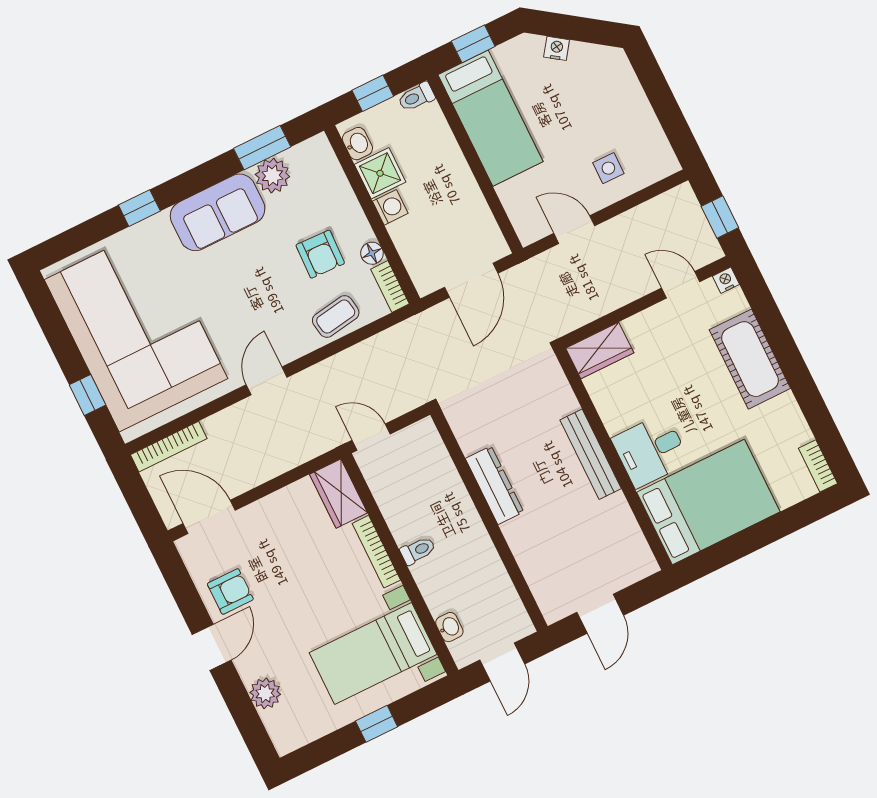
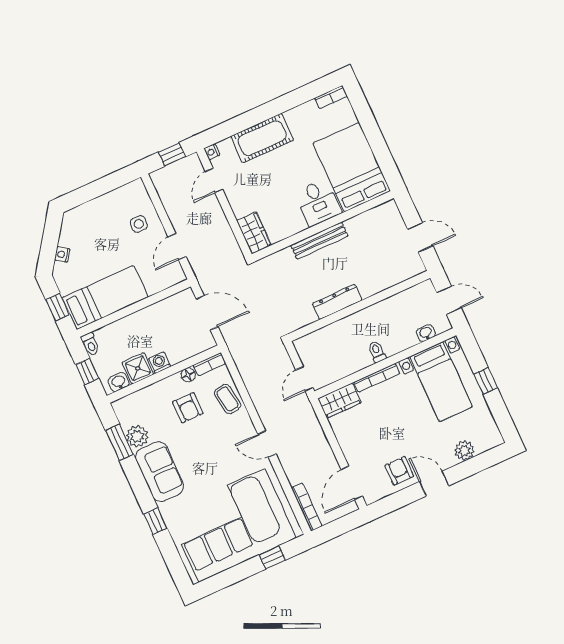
armchair: (320, 254) -> (188, 408), turned 88

